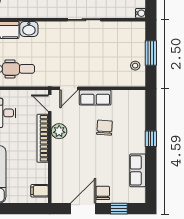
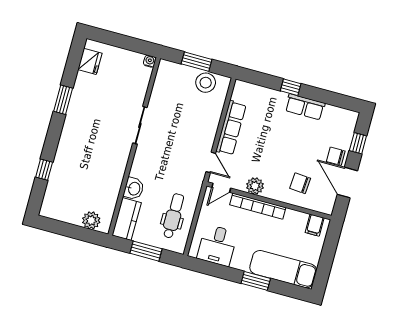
stool: (135, 66) -> (206, 83), width x1.89, depth x1.89
row of seats: (95, 98) -> (231, 128), width x1.48
chair: (104, 128) -> (300, 183), moved
row of seats: (138, 170) -> (305, 107), moved

